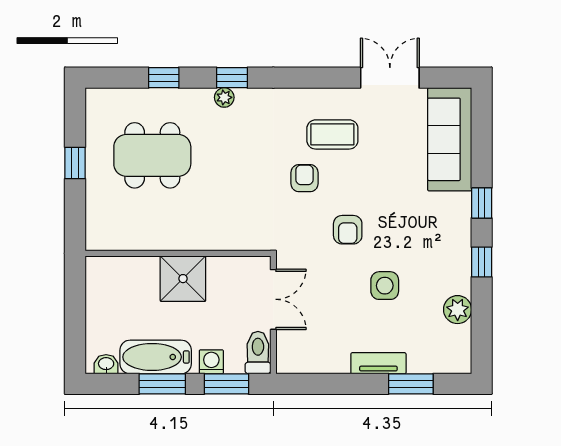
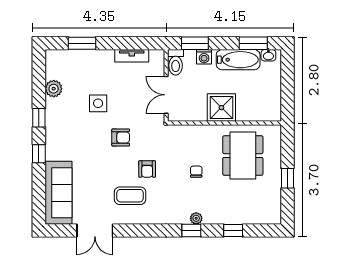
dining table: (152, 155) -> (243, 156), moved, turned 90
chair: (224, 174) -> (196, 172), added
armchair: (348, 230) -> (121, 137), turned 90
tv unit: (378, 363) -> (132, 56), moved
window: (162, 384) -> (253, 43), moved

